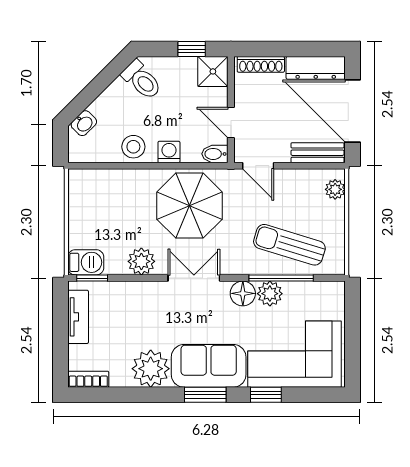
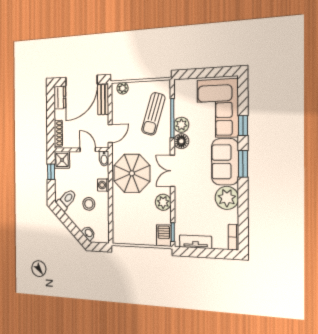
dresser: (316, 68) -> (60, 98), width x0.70
door: (231, 123) -> (88, 150), swing flipped
stool: (133, 147) -> (89, 204), moved

